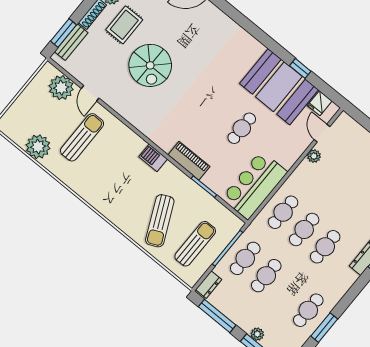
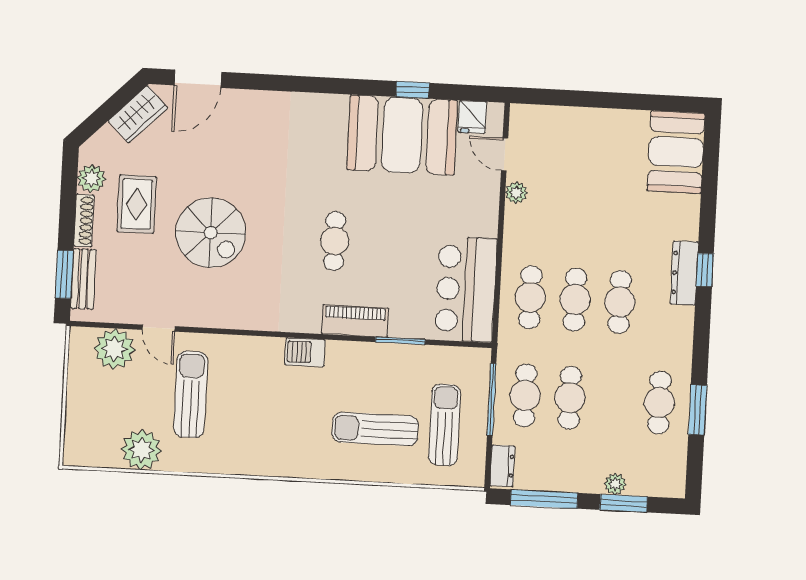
cafe table: (242, 128) -> (335, 241), moved
sun lounger: (160, 221) -> (375, 429), turned 115

